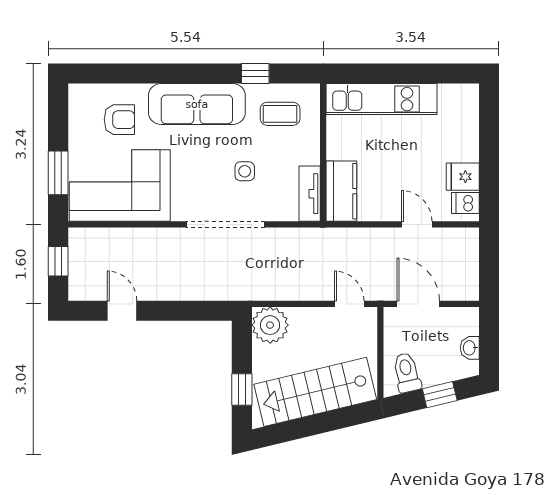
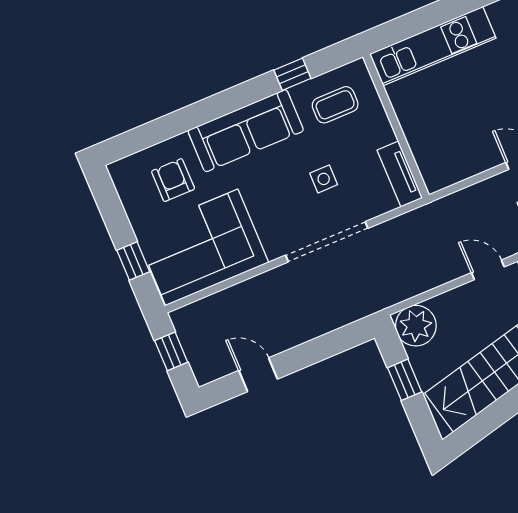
armchair: (119, 120) -> (173, 180), turned -90
window: (58, 173) -> (133, 261), width x0.67
kitchen counter: (341, 191) -> (431, 158), removed
window: (242, 390) -> (405, 380), moved

